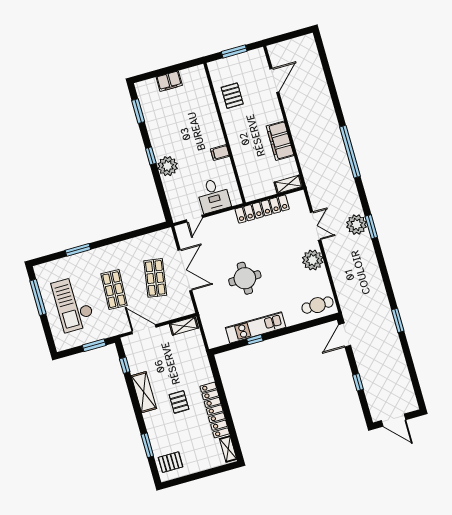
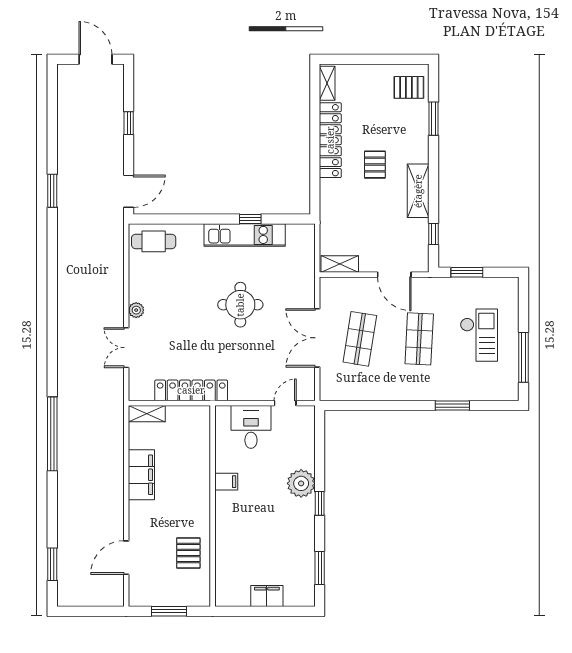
plant: (357, 225) -> (71, 334), removed
window: (371, 227) -> (52, 564), moved
plant: (313, 260) -> (136, 310), width x0.53, depth x0.53
checkout: (73, 304) -> (479, 335), width x0.73, depth x0.83

